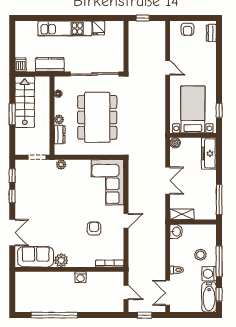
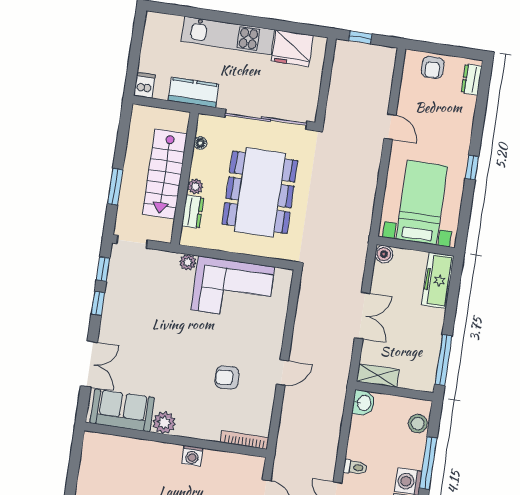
fridge: (99, 28) -> (292, 48), width x1.88, depth x1.34
stairs: (25, 102) -> (165, 174), moved, turned 180
window: (219, 110) -> (472, 168), moved
window: (12, 114) -> (115, 187), moved
doorway: (37, 157) -> (132, 242), moved
corner sofa: (107, 182) -> (233, 288), moved, turned -90
armchair: (94, 229) -> (227, 378), turned -93
stool: (200, 255) -> (418, 424), moved

